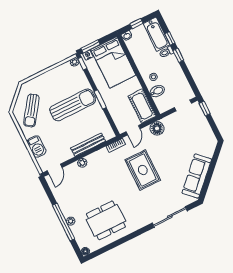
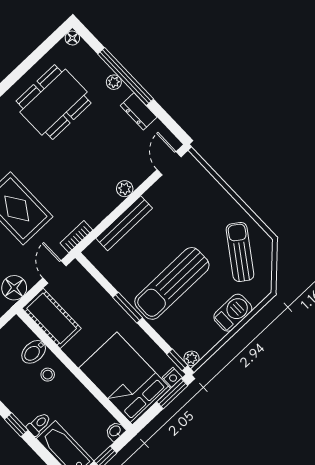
window: (170, 38) -> (40, 449), removed
barbecue: (37, 147) -> (233, 313), moved, turned 90
dresser: (62, 202) -> (139, 111), added

